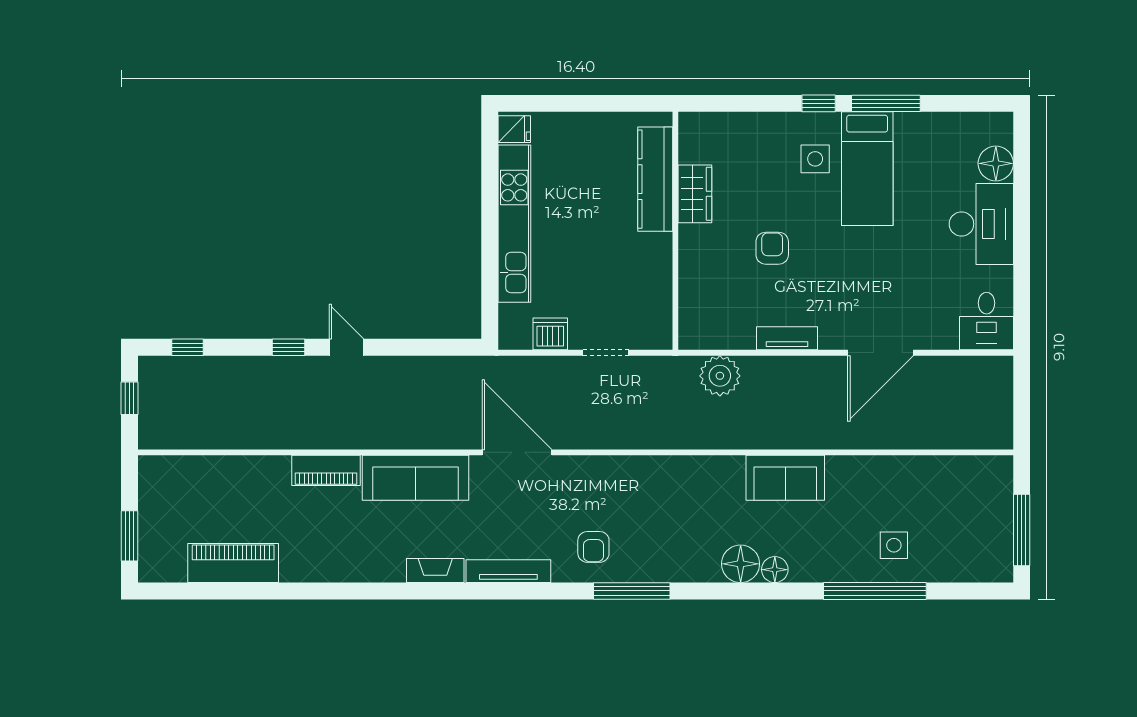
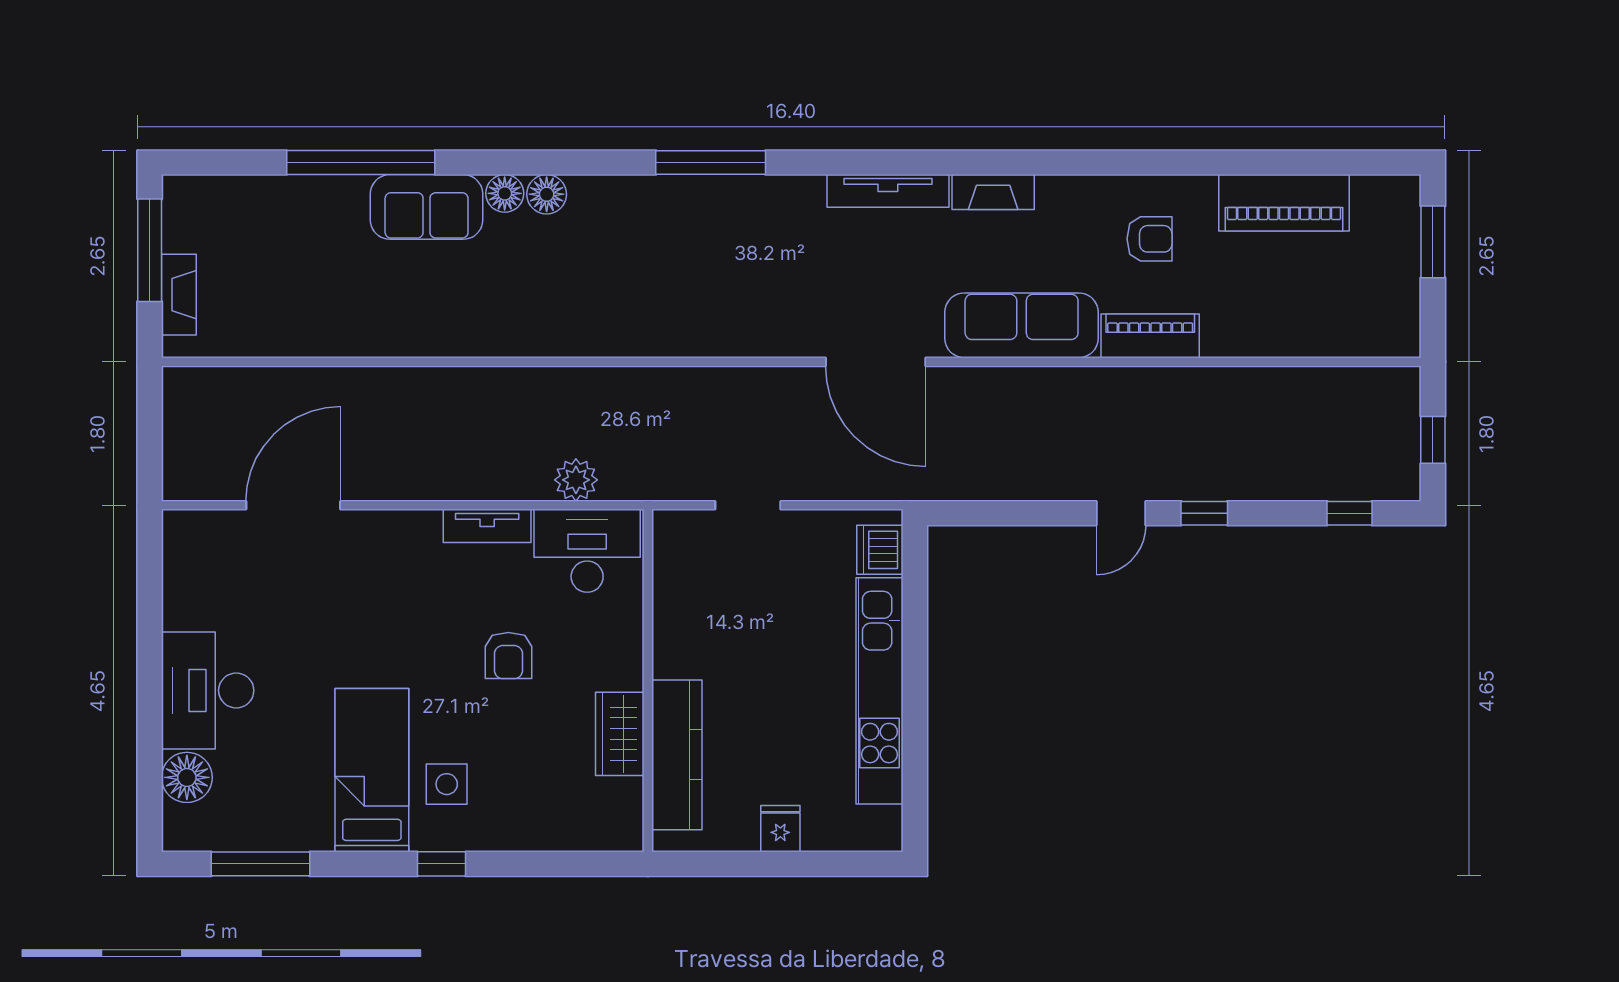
window: (886, 103) -> (261, 864), moved
fridge: (514, 129) -> (780, 829), moved, turned 90
desk: (986, 321) -> (587, 551), moved, width x1.37
dishwasher: (550, 334) -> (880, 550), moved, turned 90
door: (346, 347) -> (1121, 513), hinge flipped
door: (880, 353) -> (293, 505), moved
plant: (720, 376) -> (576, 480), width x0.73, depth x0.73
sofa: (785, 478) -> (427, 207), moved, turned 180
fireplace: (1001, 499) -> (179, 295), added
side table: (894, 545) -> (333, 228), removed
armchair: (593, 547) -> (1149, 239), moved, turned 90
floor lamp: (741, 564) -> (547, 194), width x0.73, depth x0.73

